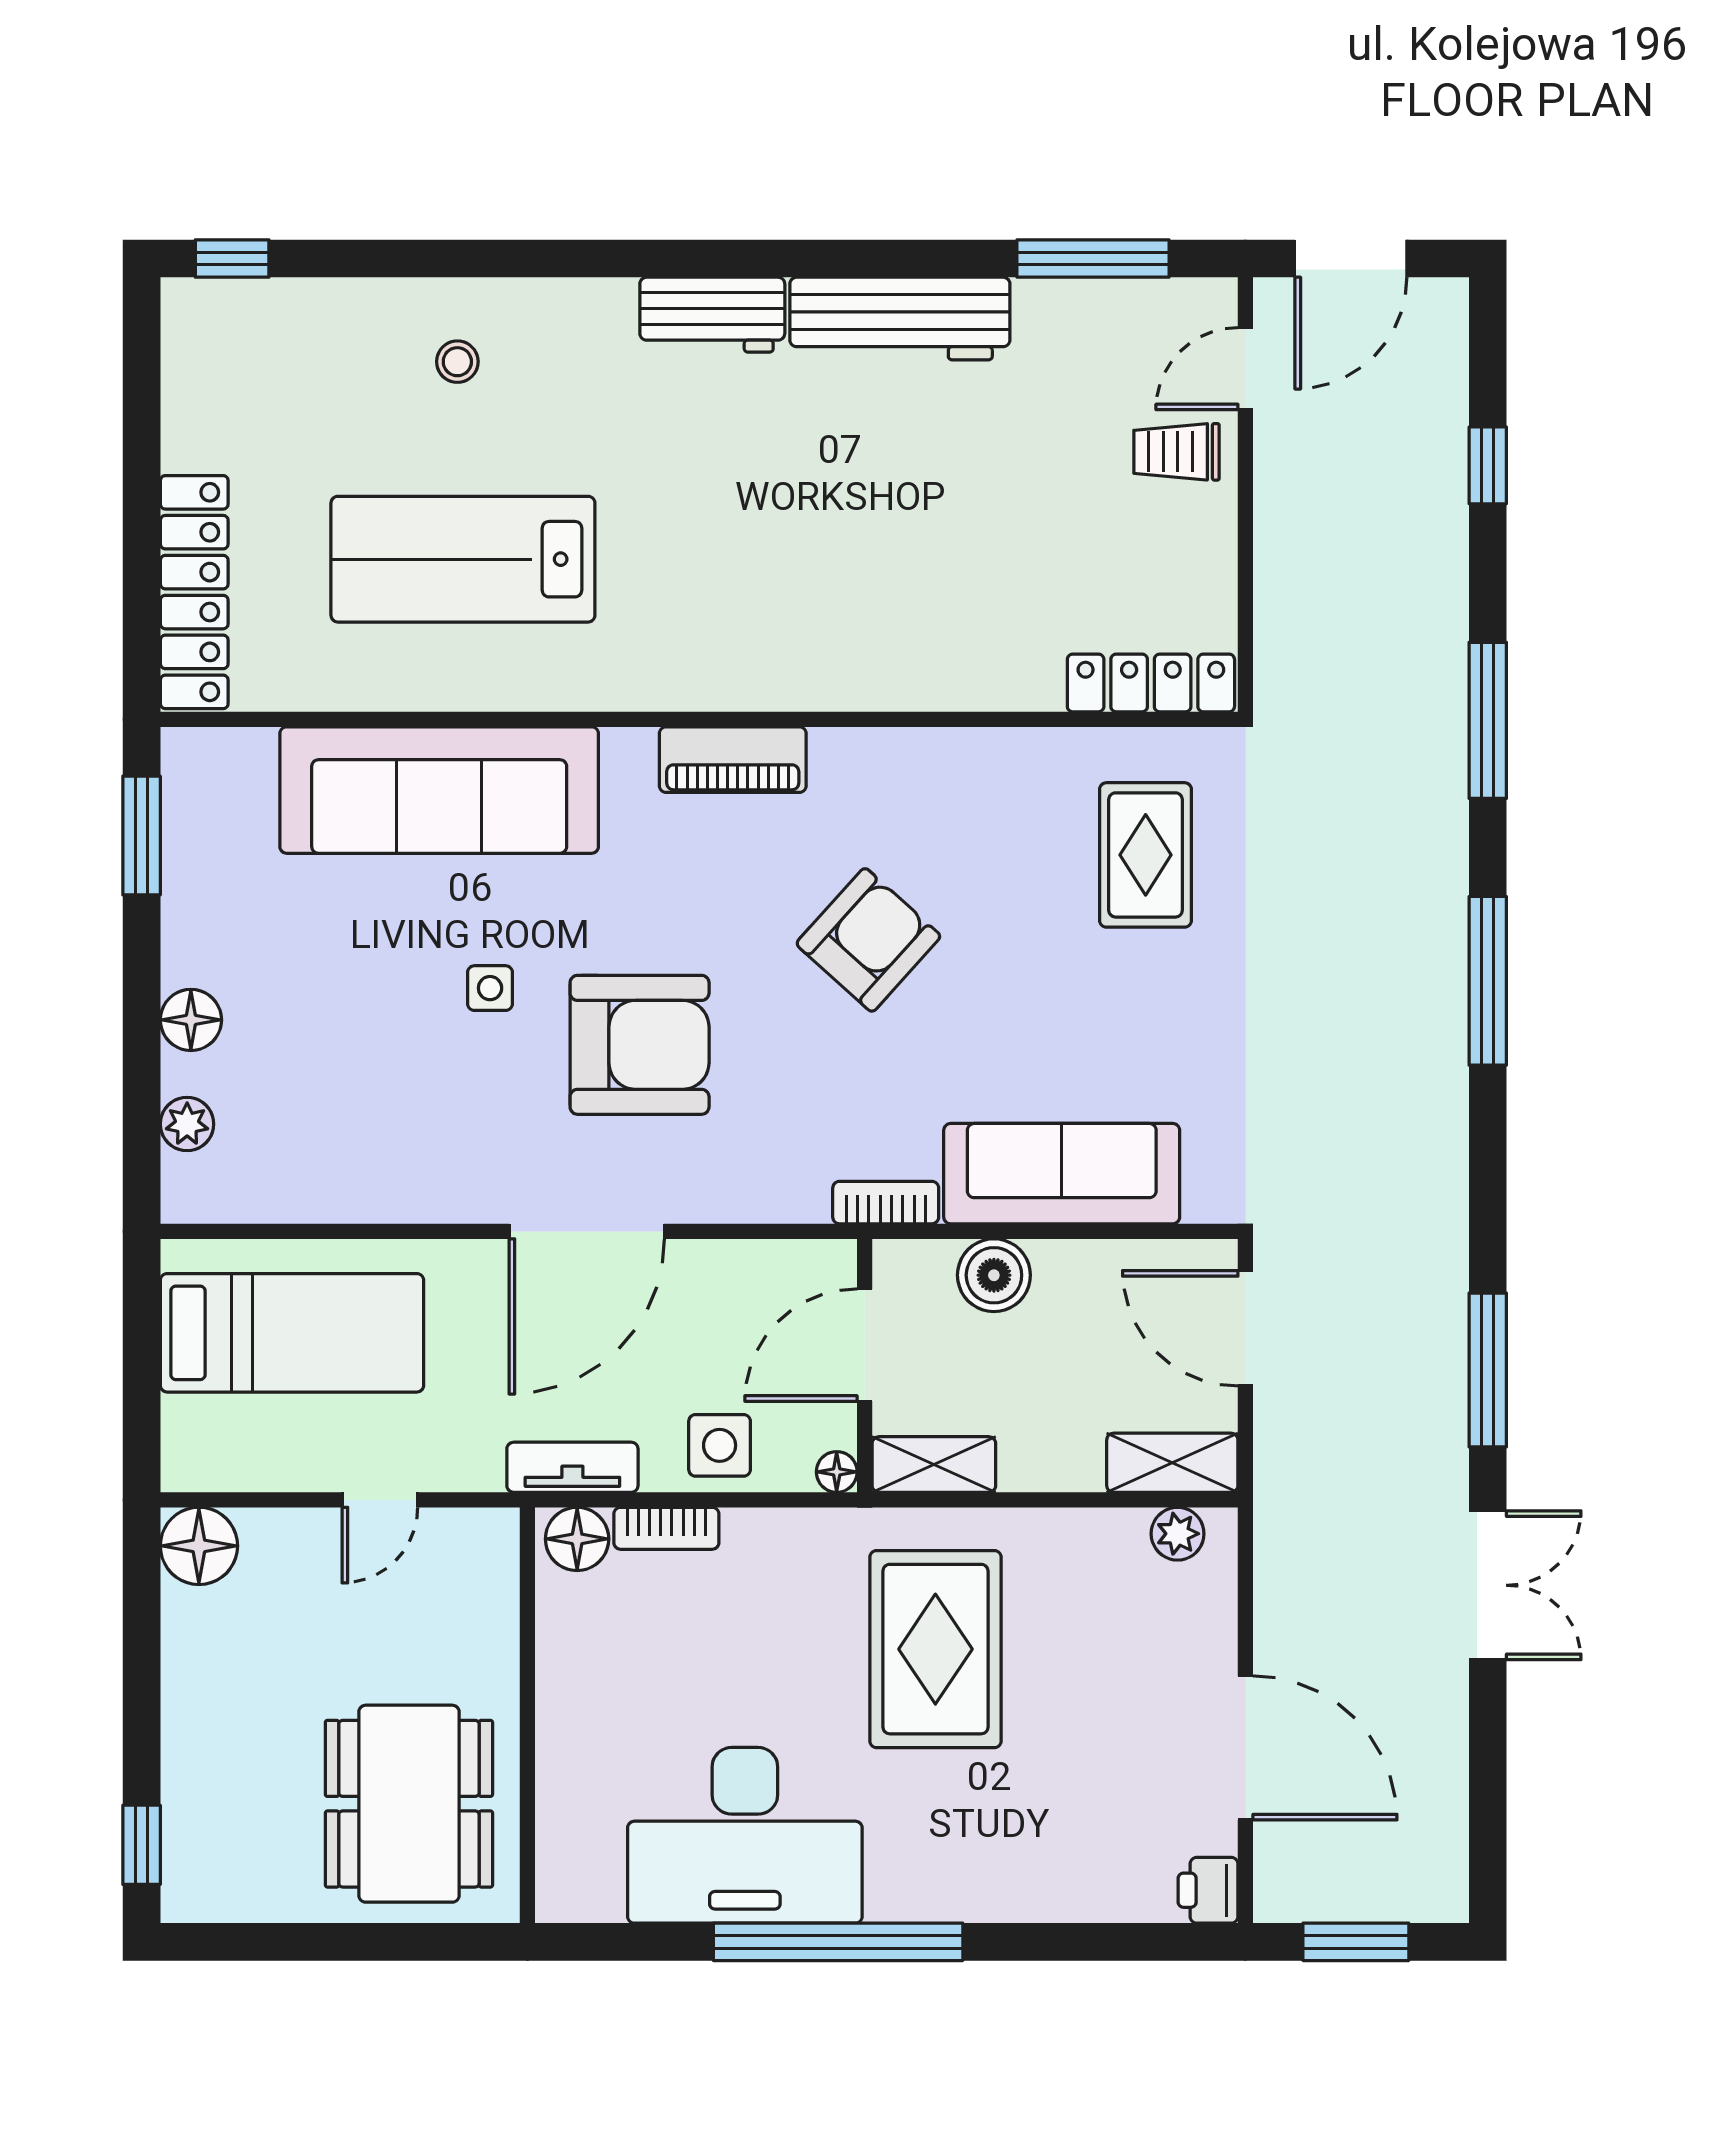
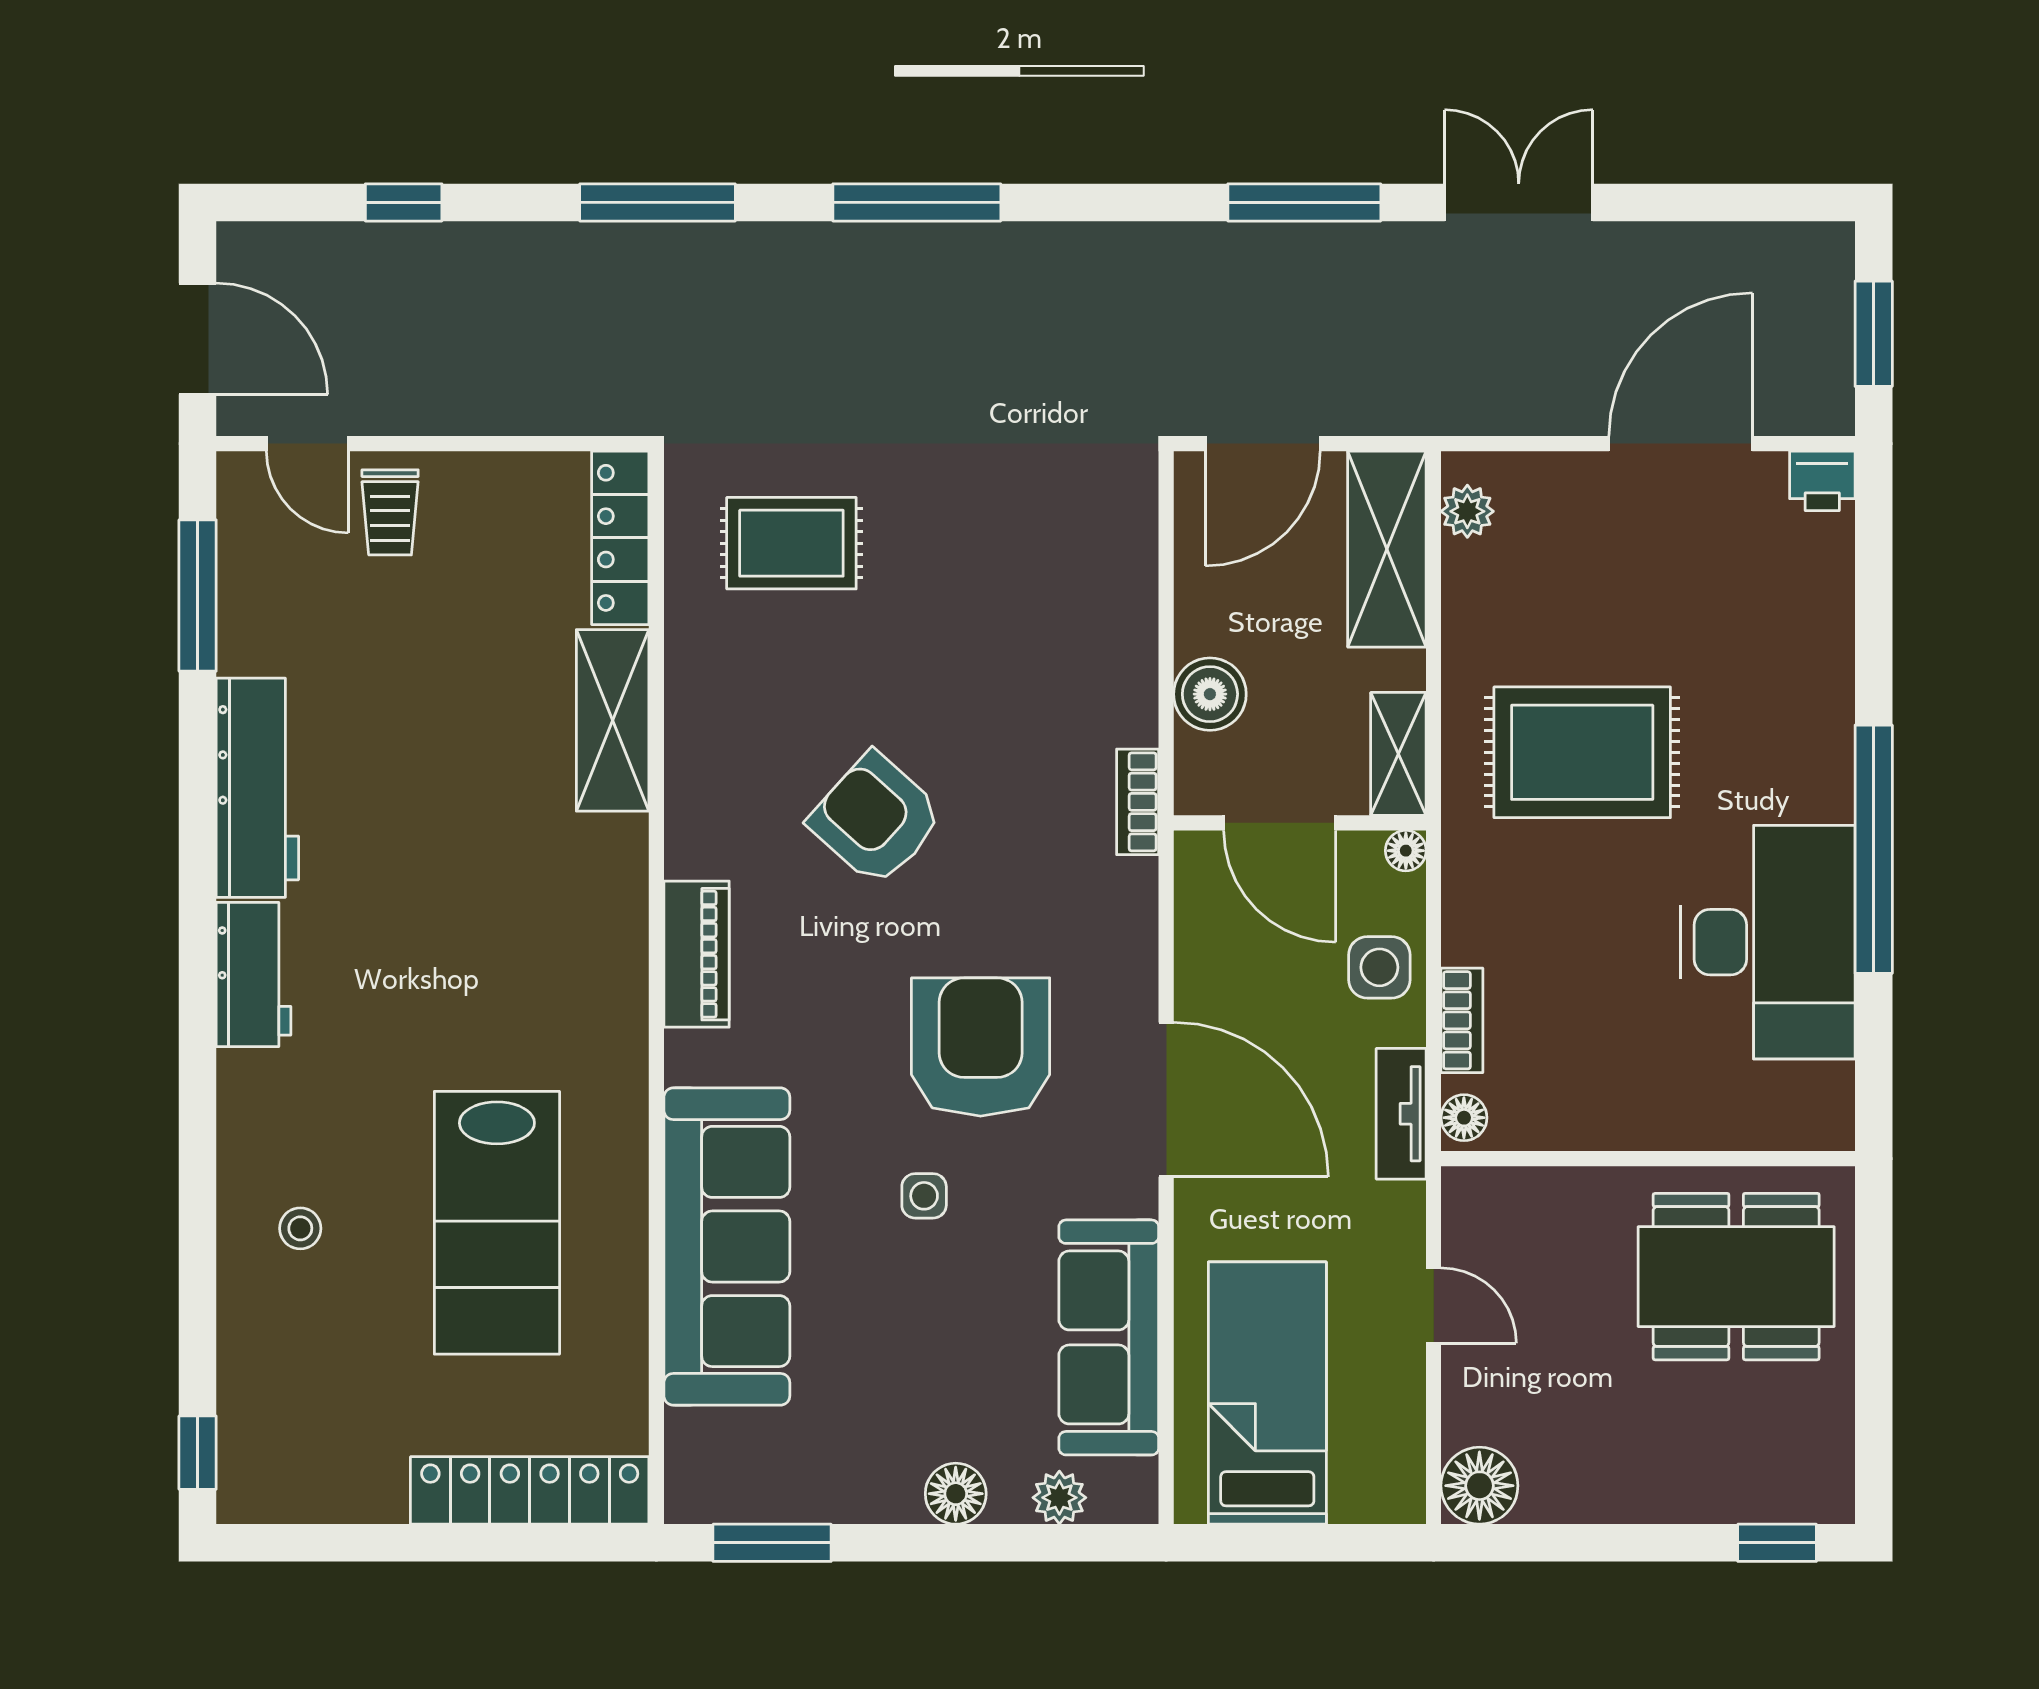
shelving: (968, 675) -> (613, 720), added
sofa: (1062, 1174) -> (1109, 1337), moved
shelving: (1172, 1463) -> (1387, 549), width x1.50, depth x1.33
floor lamp: (577, 1539) -> (1464, 1118), width x0.73, depth x0.73

